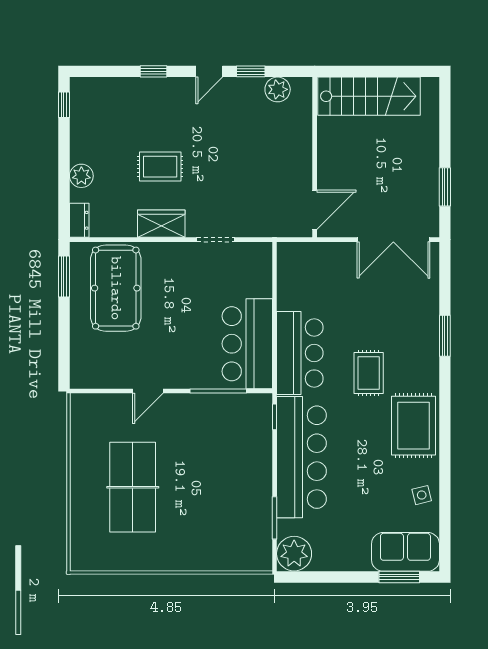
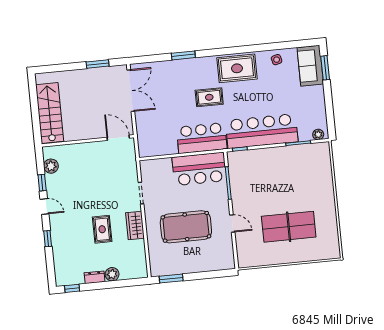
dresser: (79, 220) -> (95, 277), moved
pool table: (116, 288) -> (186, 227), moved
plant: (294, 554) -> (318, 134), width x0.53, depth x0.53

